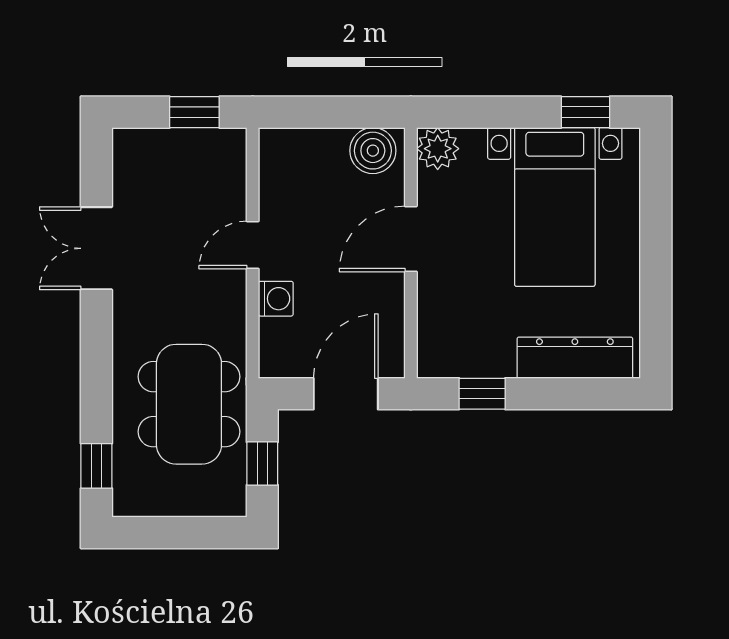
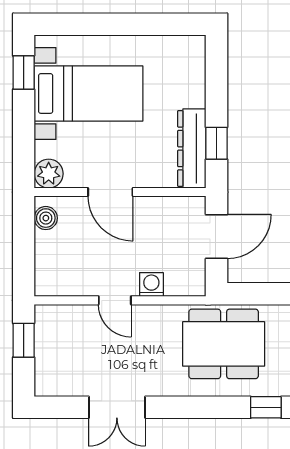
boiler: (373, 151) -> (46, 218), width x0.73, depth x0.73
dresser: (575, 358) -> (192, 149), moved
door: (346, 394) -> (216, 237), swing flipped
window: (262, 464) -> (264, 294), removed

